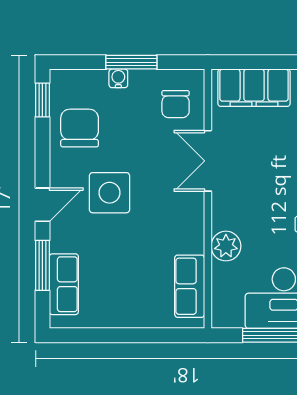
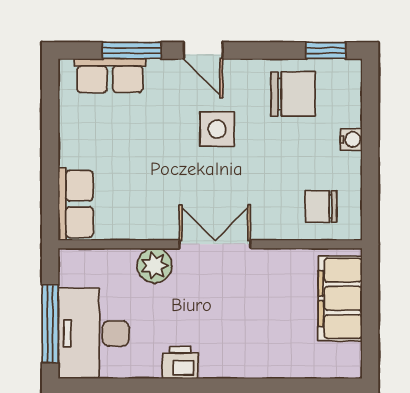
window: (131, 62) -> (370, 155), removed
double door: (208, 161) -> (215, 244), moved
side table: (110, 193) -> (217, 129), width x0.73, depth x0.73
row of seats: (190, 286) -> (76, 204), moved, turned 90

